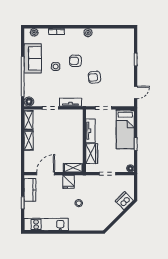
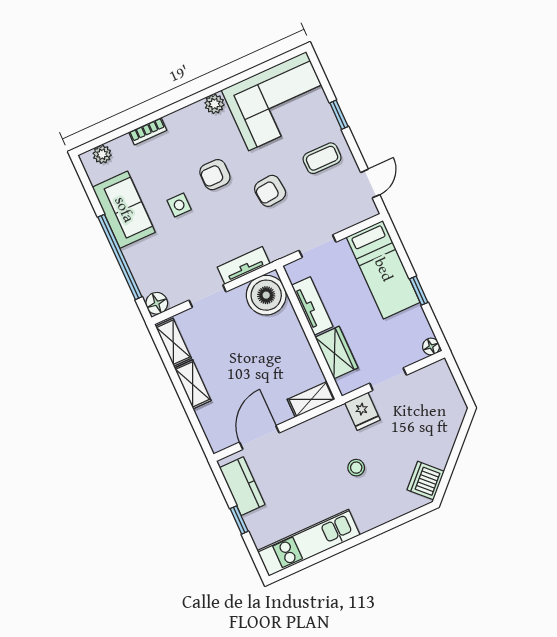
corner sofa: (114, 43) -> (278, 101), added
coffee table: (121, 74) -> (322, 158), added
boiler: (74, 118) -> (266, 295), added
fridge: (69, 182) -> (363, 411), moved
dishwasher: (124, 201) -> (426, 481), moved

